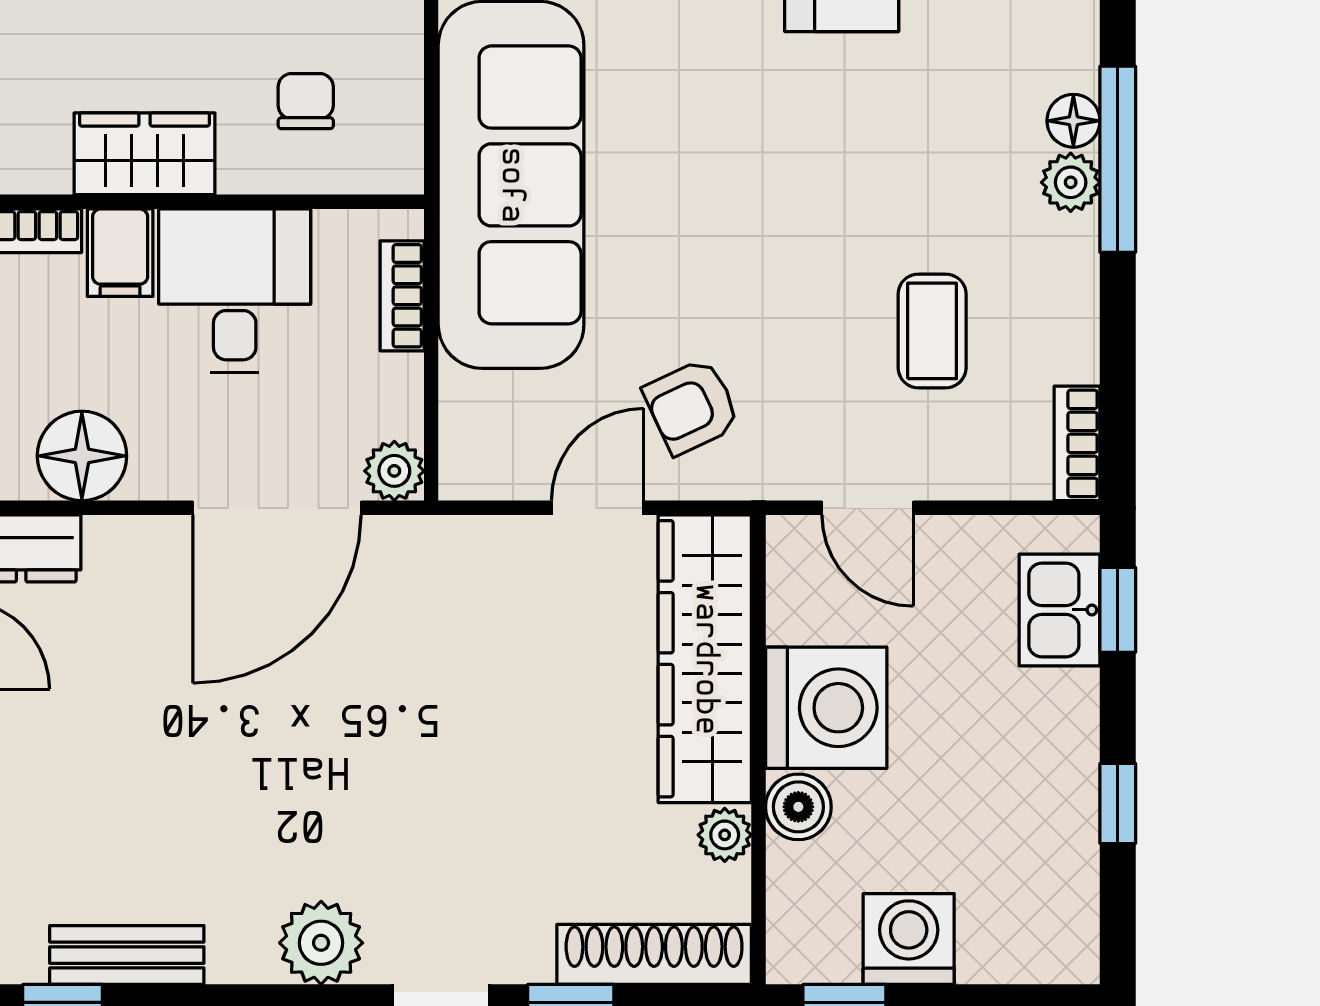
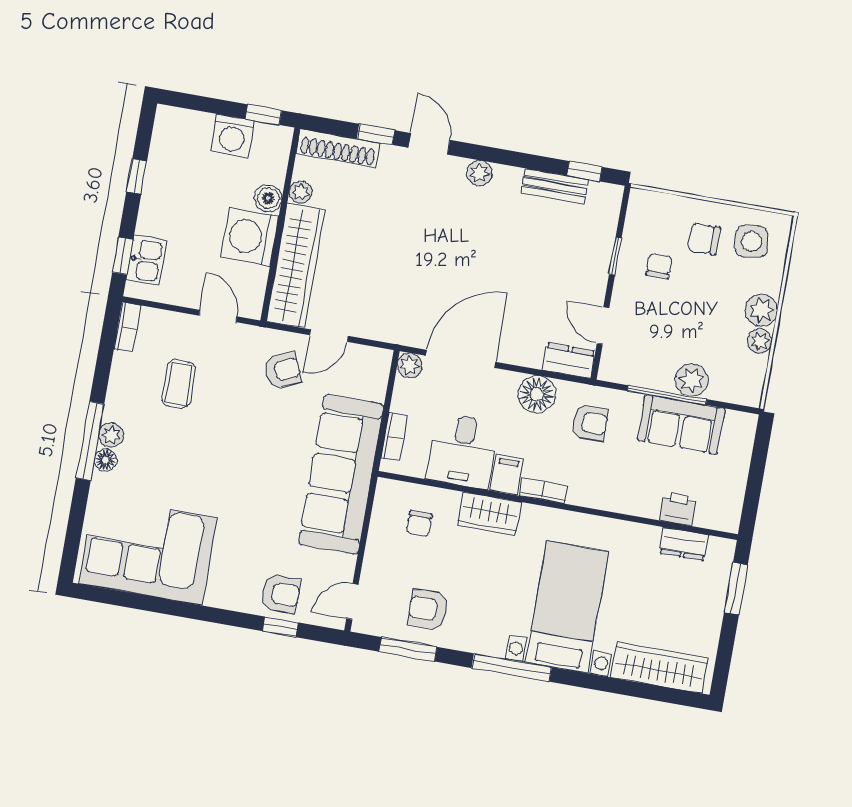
plant: (321, 943) -> (479, 173), width x0.73, depth x0.73

